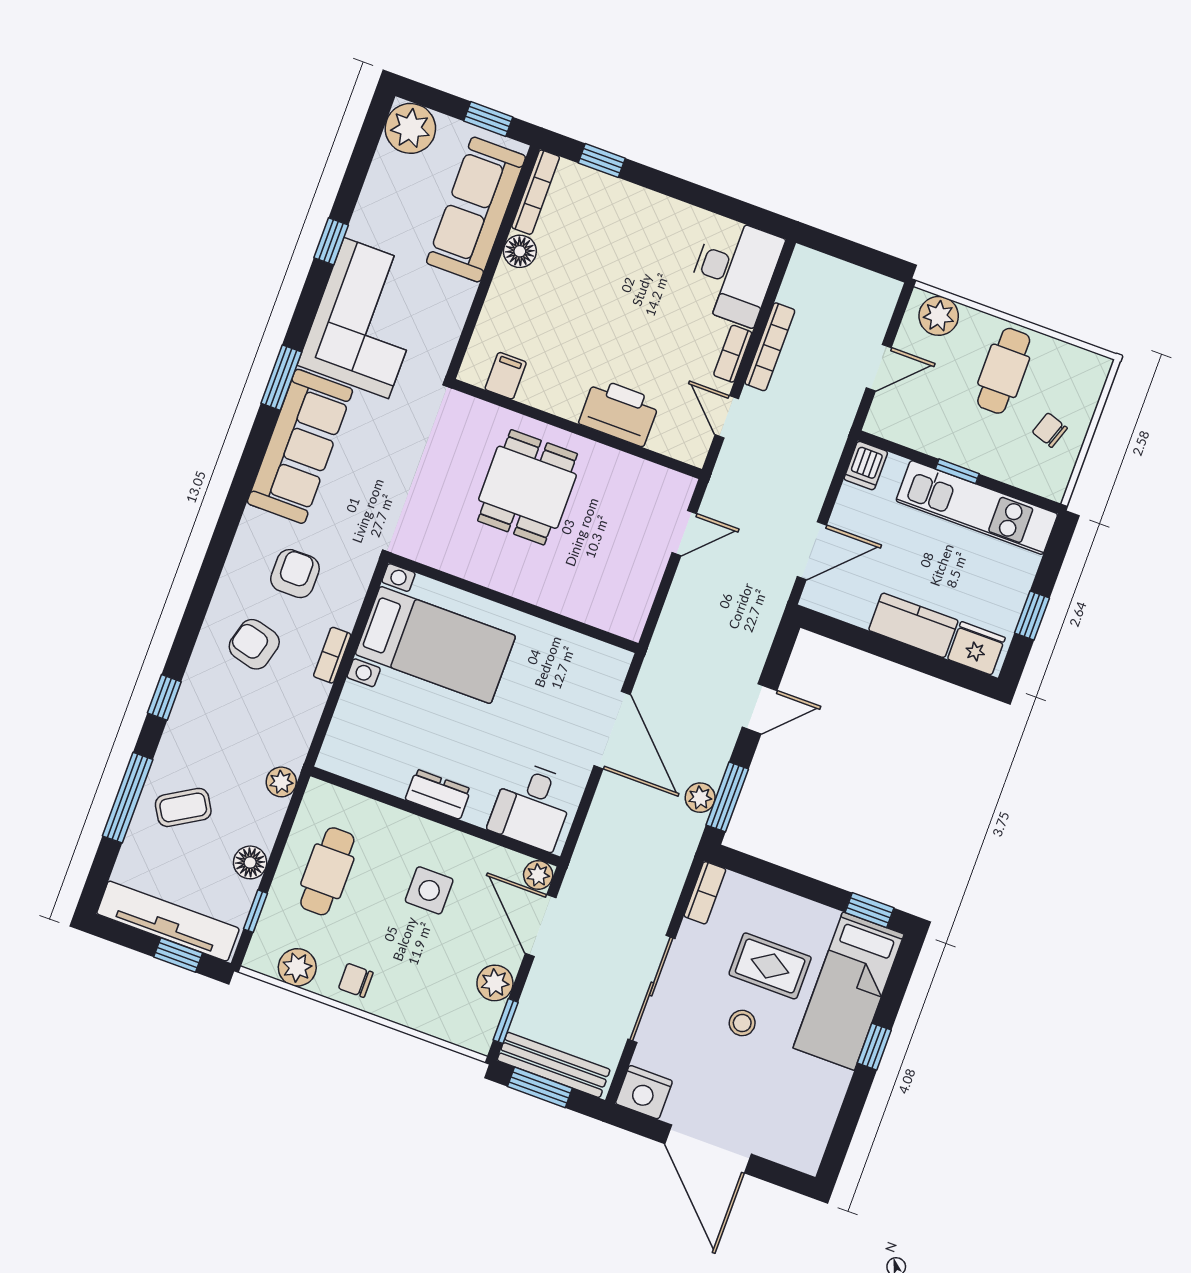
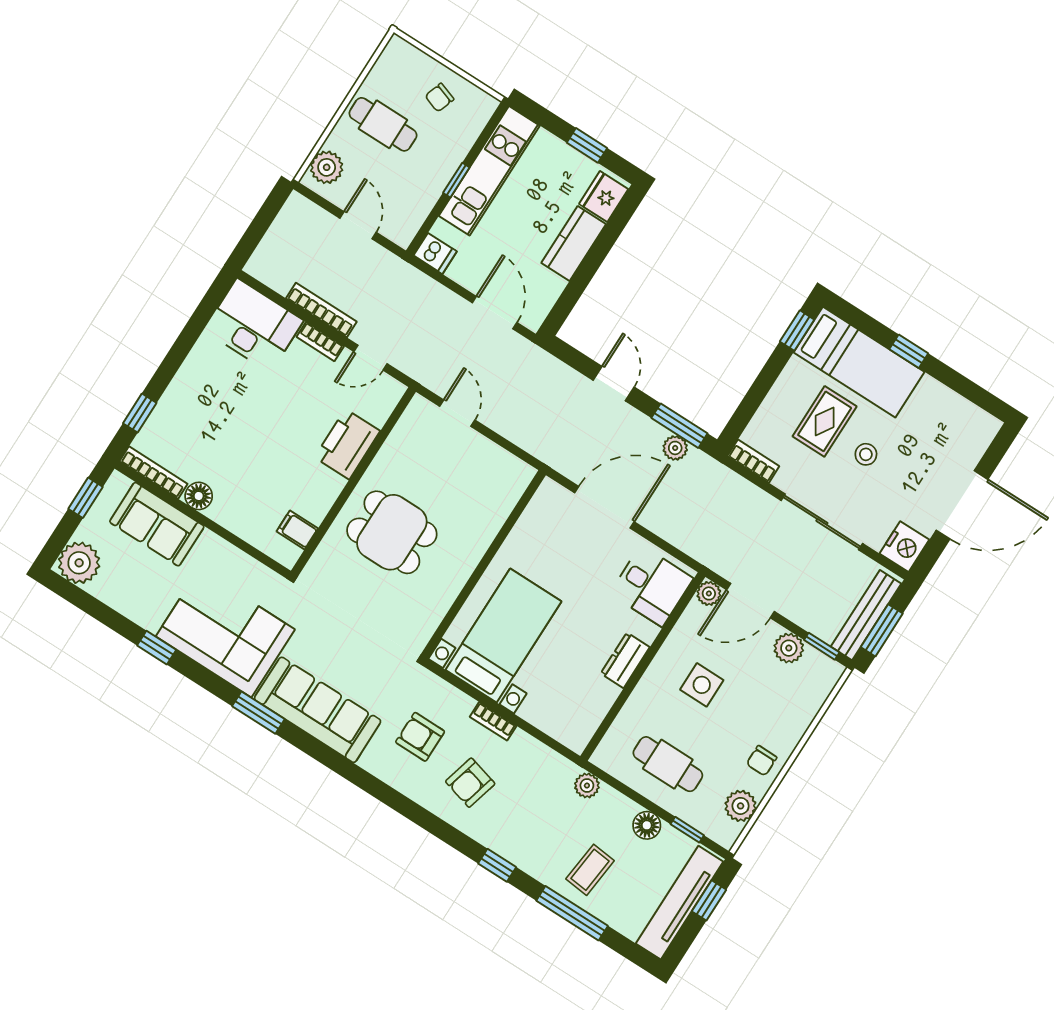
sofa: (476, 210) -> (157, 524), width x0.73
coffee table: (183, 807) -> (590, 870), turned 37

